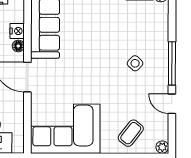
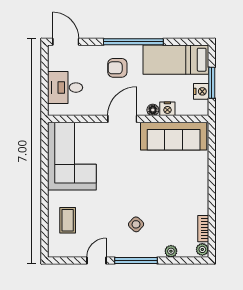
coffee table: (131, 133) -> (68, 220), turned 52
plant: (162, 147) -> (171, 251), moved

